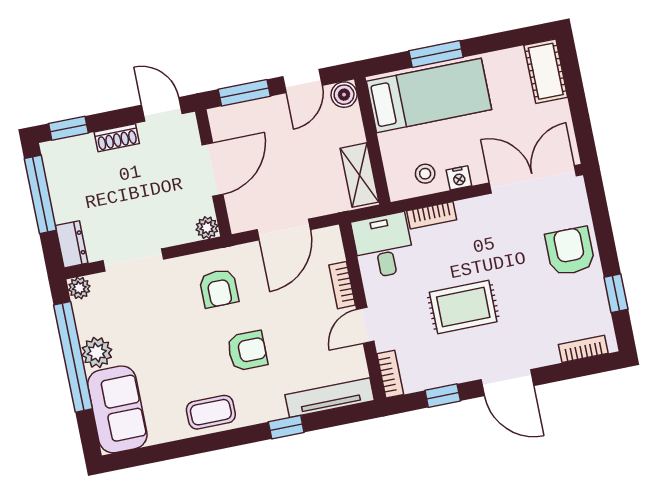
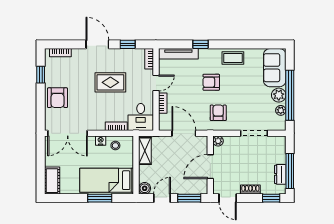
door: (284, 230) -> (184, 133), hinge flipped
dresser: (72, 244) -> (280, 174), moved
plant: (79, 288) -> (281, 110), moved

